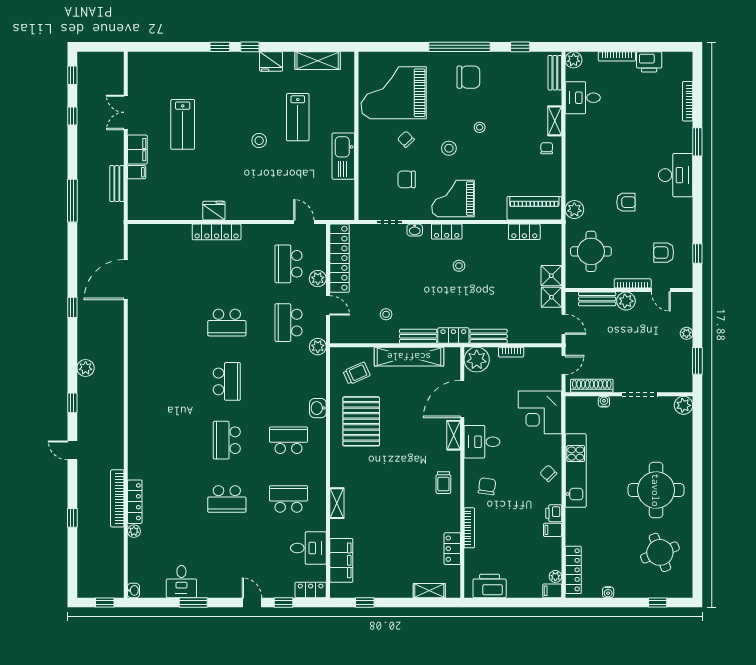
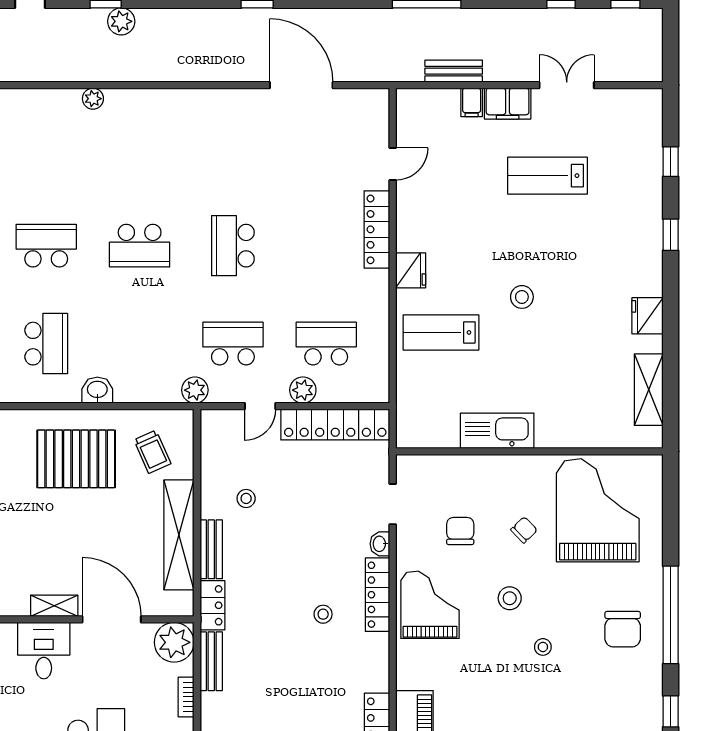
window: (250, 47) -> (671, 162), moved
lab bench: (298, 117) -> (441, 332), moved
fridge: (214, 211) -> (411, 270), moved
door: (304, 222) -> (393, 164), moved
locker: (447, 232) -> (377, 595), width x1.53
plant: (86, 368) -> (121, 21), moved
plant: (134, 411) -> (93, 99), added

